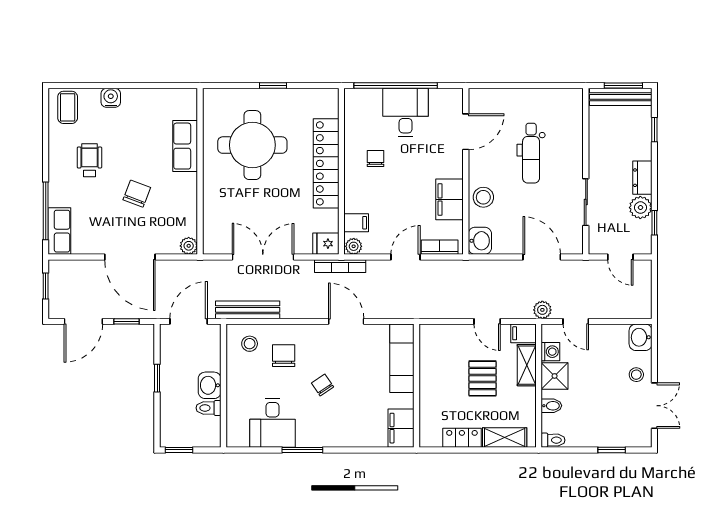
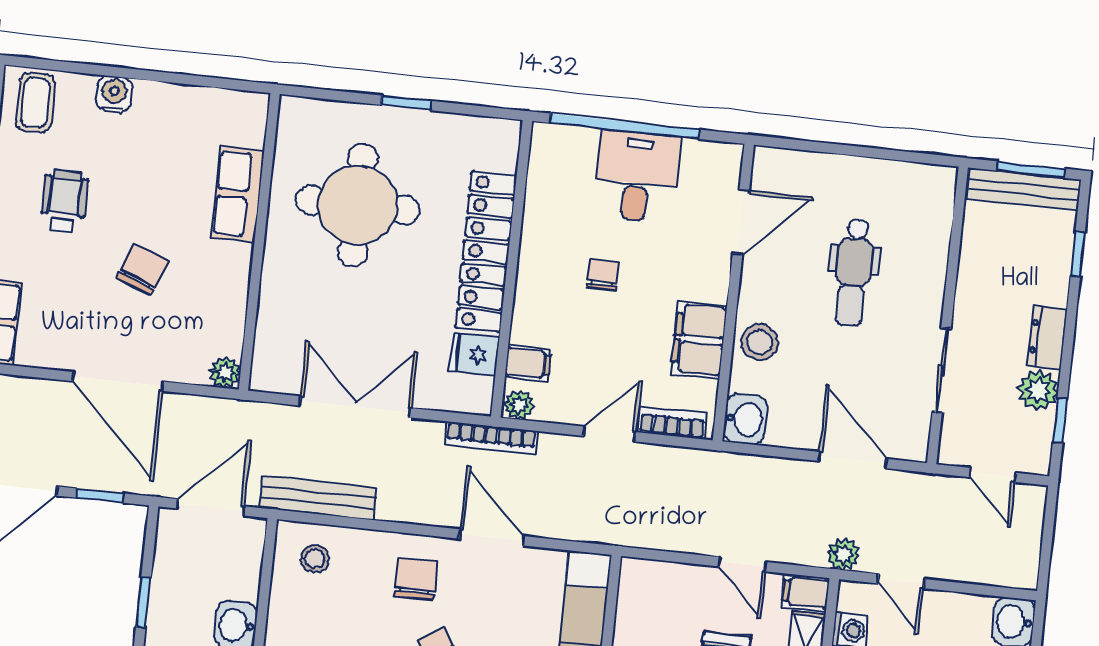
chair: (375, 159) -> (603, 275), moved
fridge: (326, 244) -> (474, 354), moved
chair: (284, 356) -> (416, 579), moved

